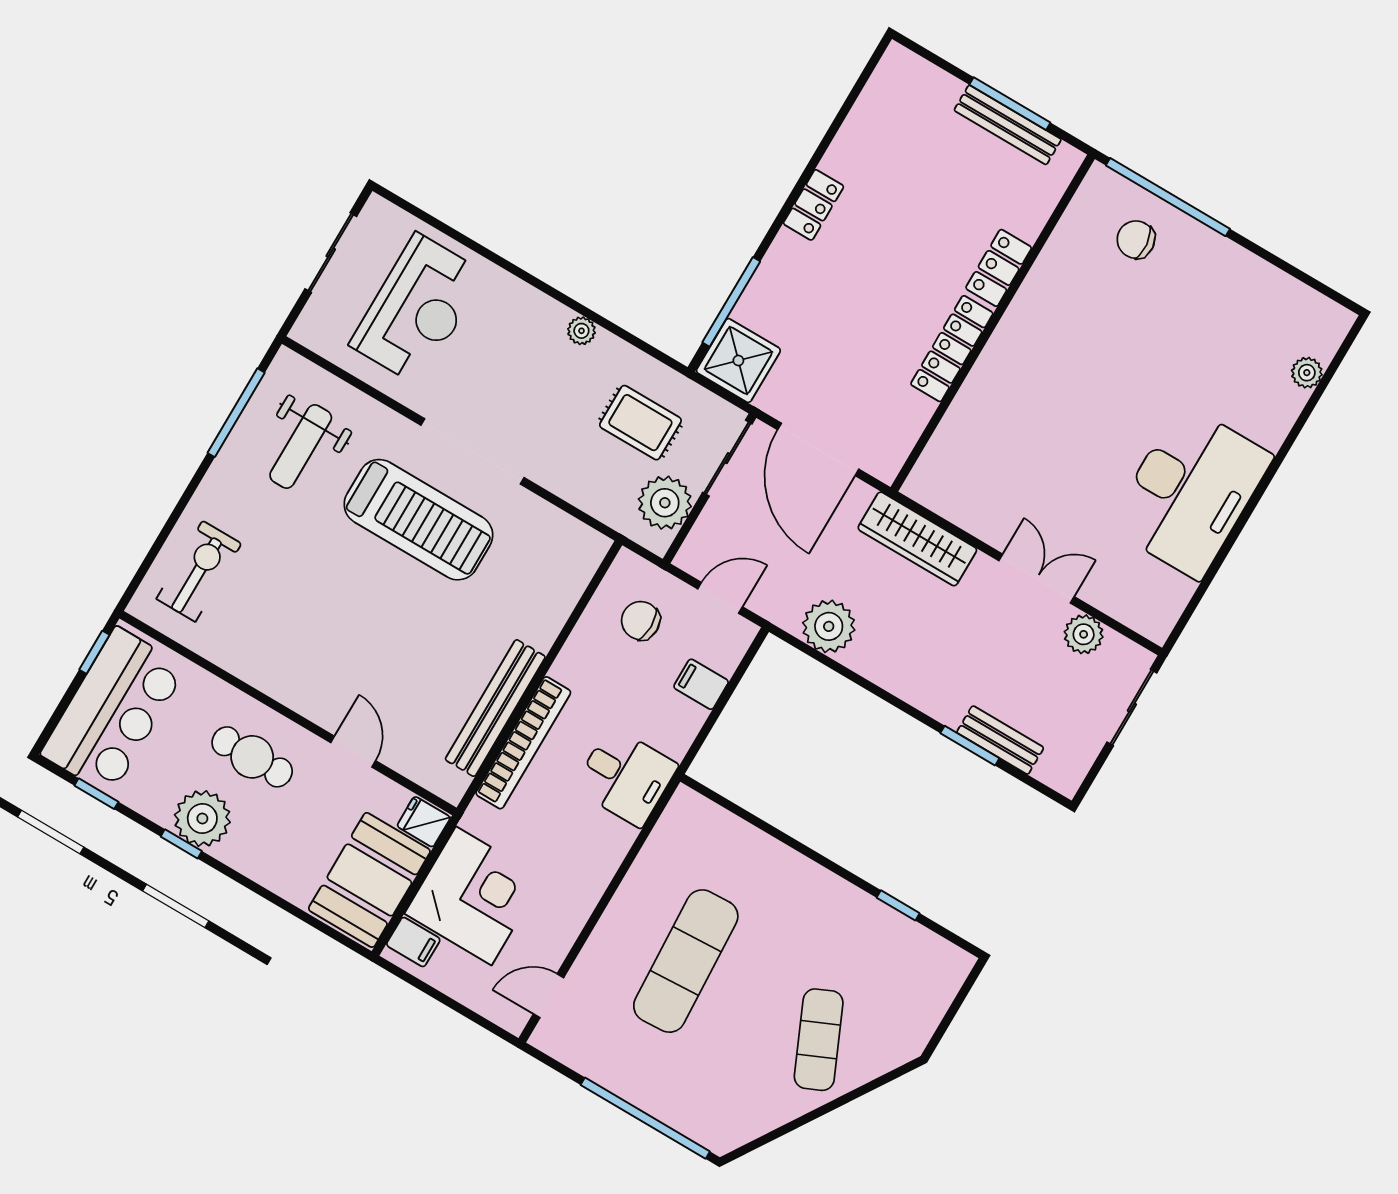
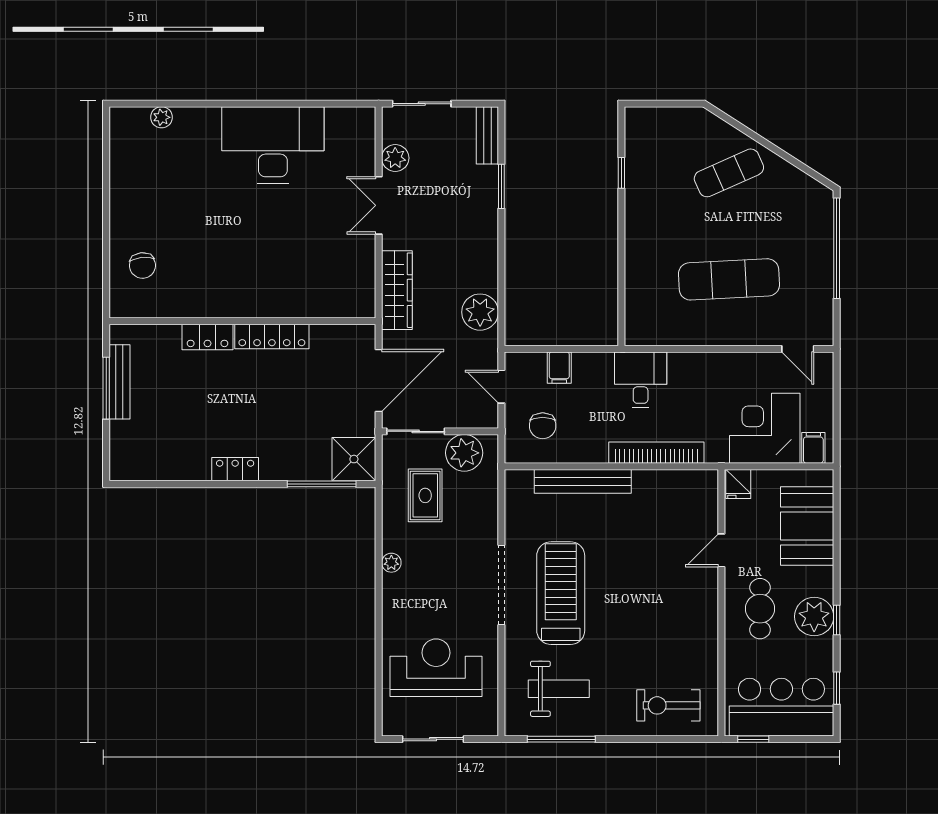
window: (1168, 197) -> (106, 261), removed
bench: (495, 708) -> (583, 481), moved
bench: (1000, 740) -> (487, 135), moved
booth: (369, 880) -> (807, 526), moved, turned 90

